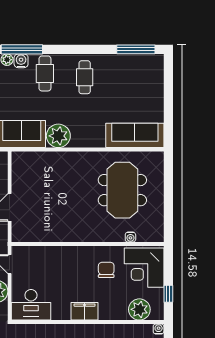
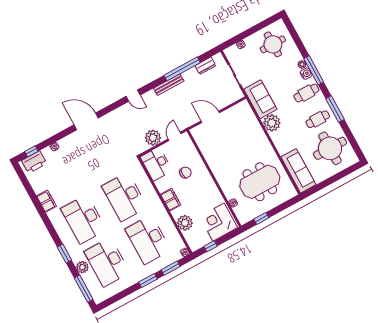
window: (136, 49) -> (335, 109), moved
round table: (128, 82) -> (330, 148), added
window: (168, 213) -> (261, 218), added
chair: (106, 270) -> (185, 173), moved
plant: (139, 309) -> (185, 223), moved

